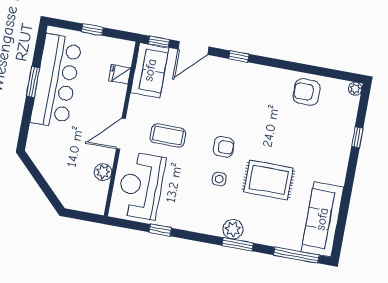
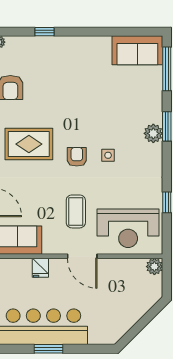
fridge: (120, 74) -> (40, 268), moved
plant: (103, 172) -> (154, 267), moved
rug: (269, 180) -> (29, 144), moved, turned 90
sofa: (322, 219) -> (137, 50), width x0.73

